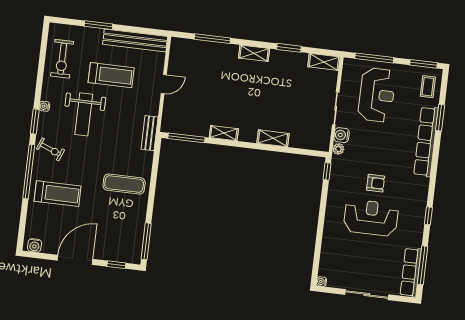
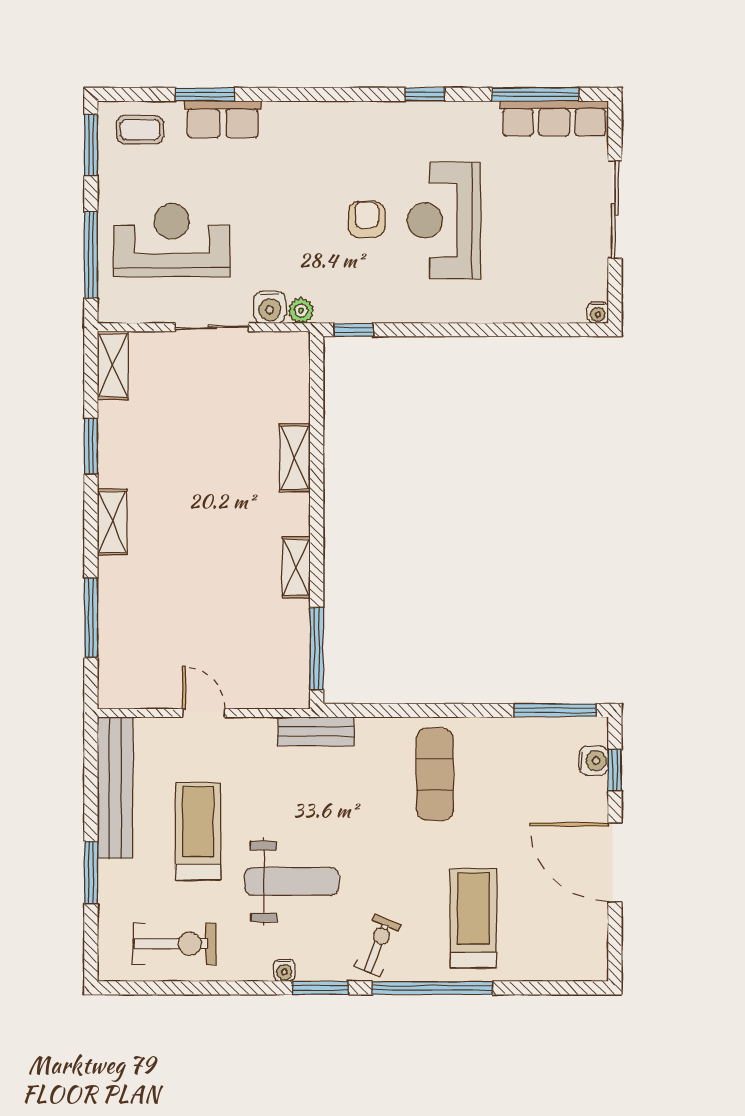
row of seats: (426, 142) -> (223, 119), width x0.50
water cooler: (34, 245) -> (594, 761), moved

